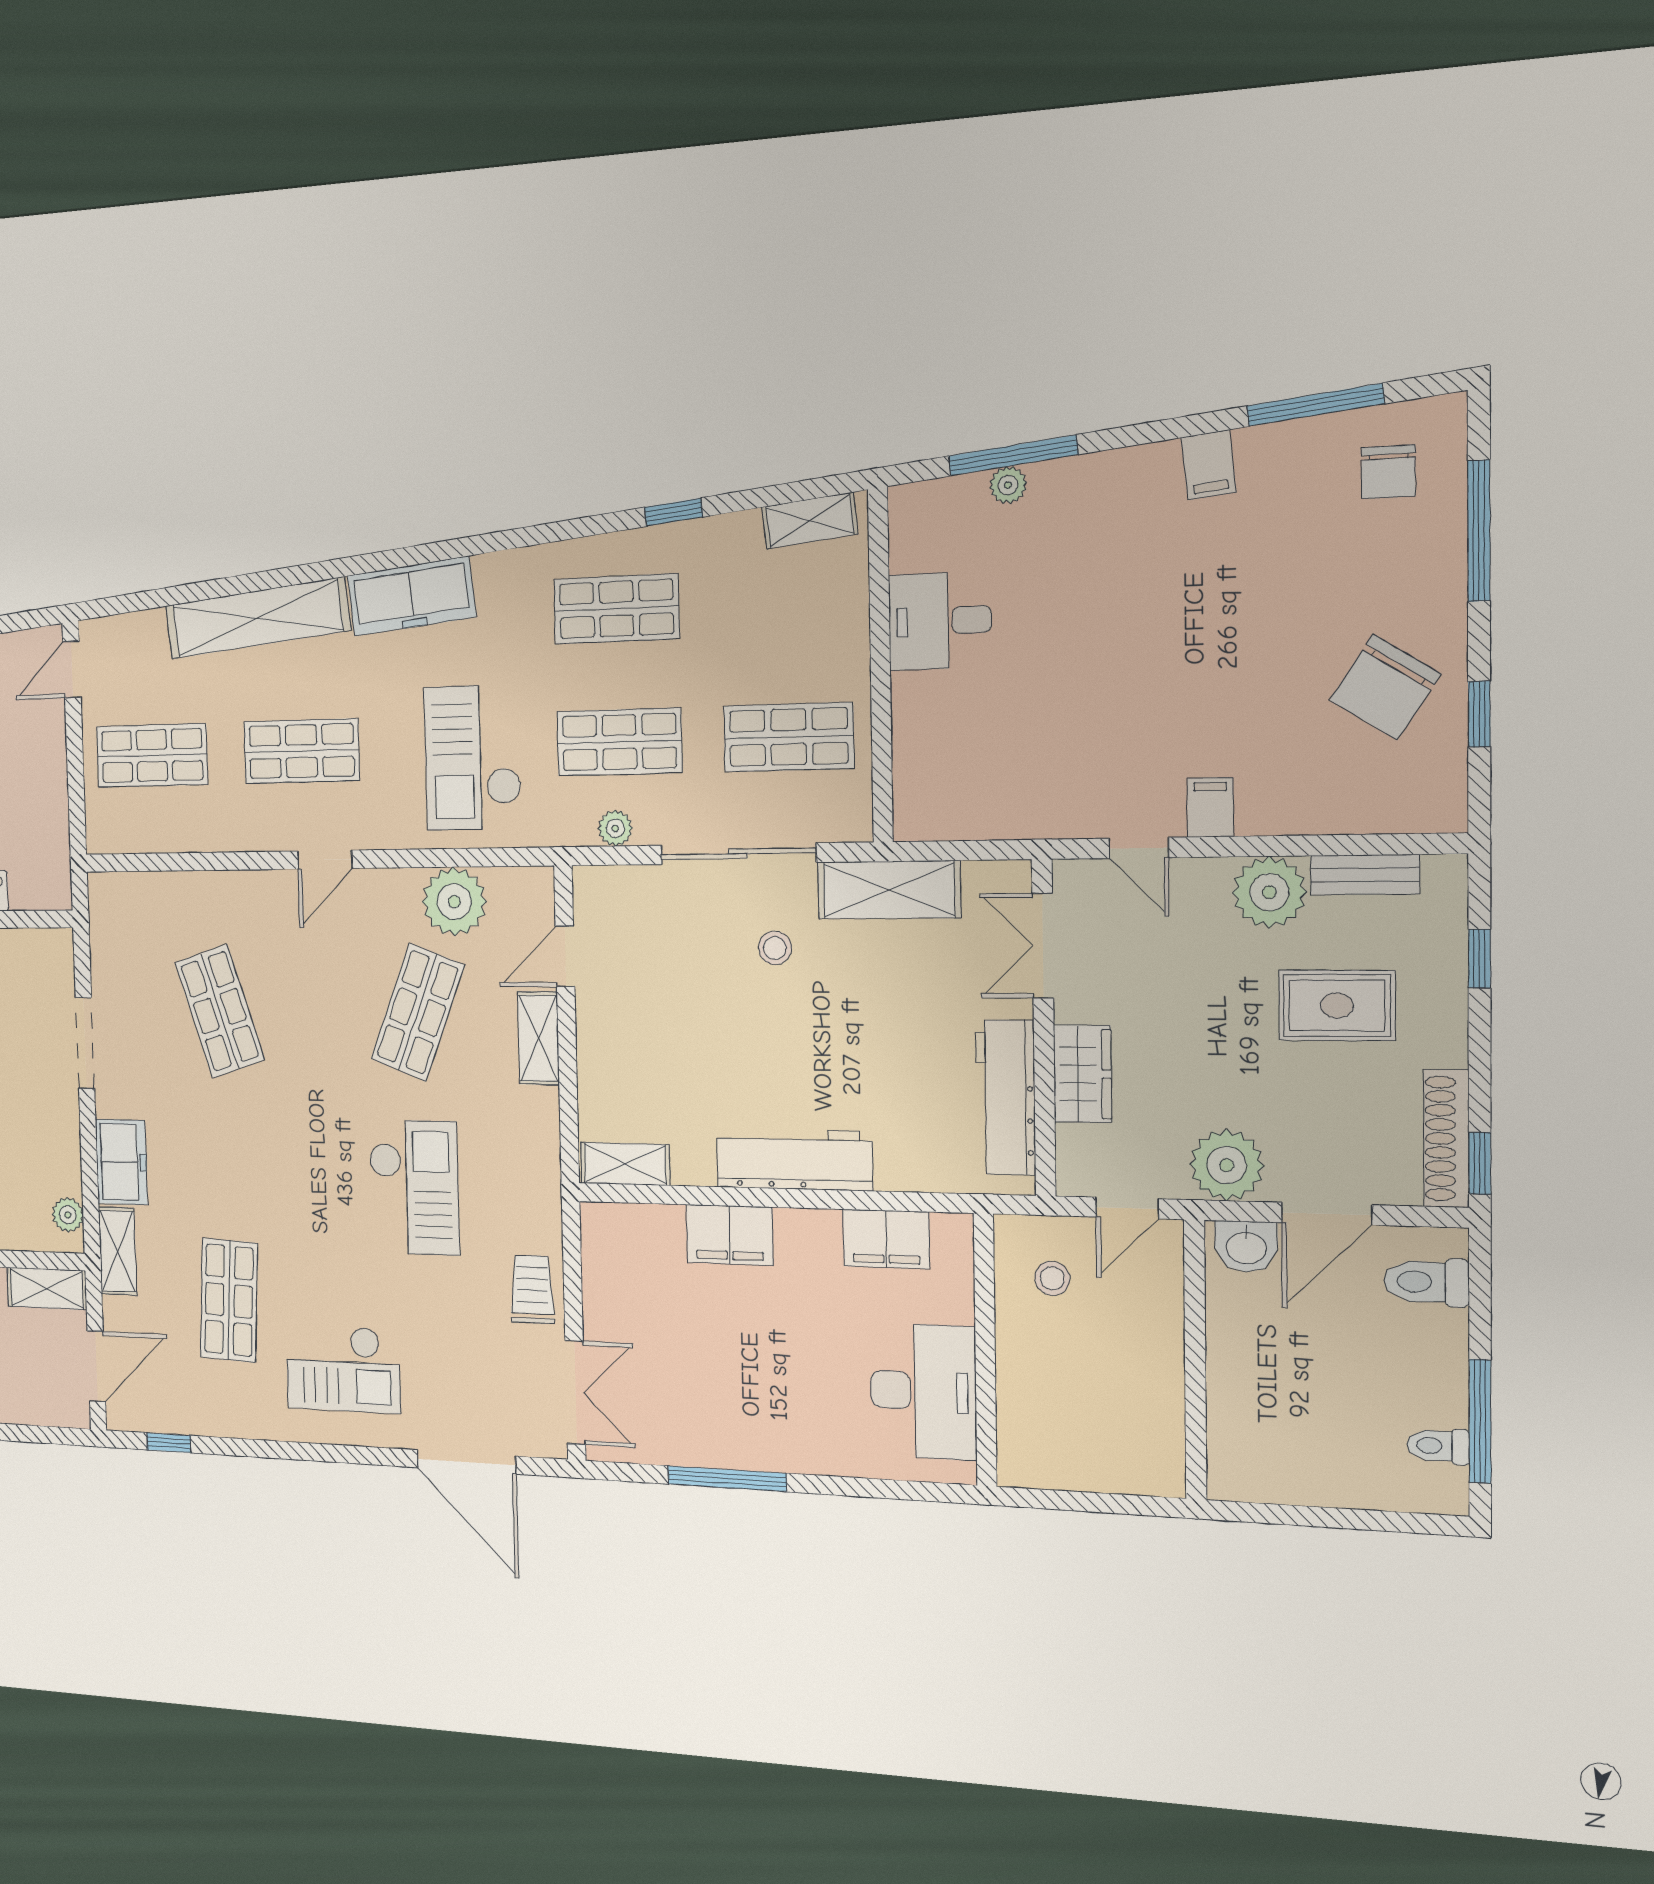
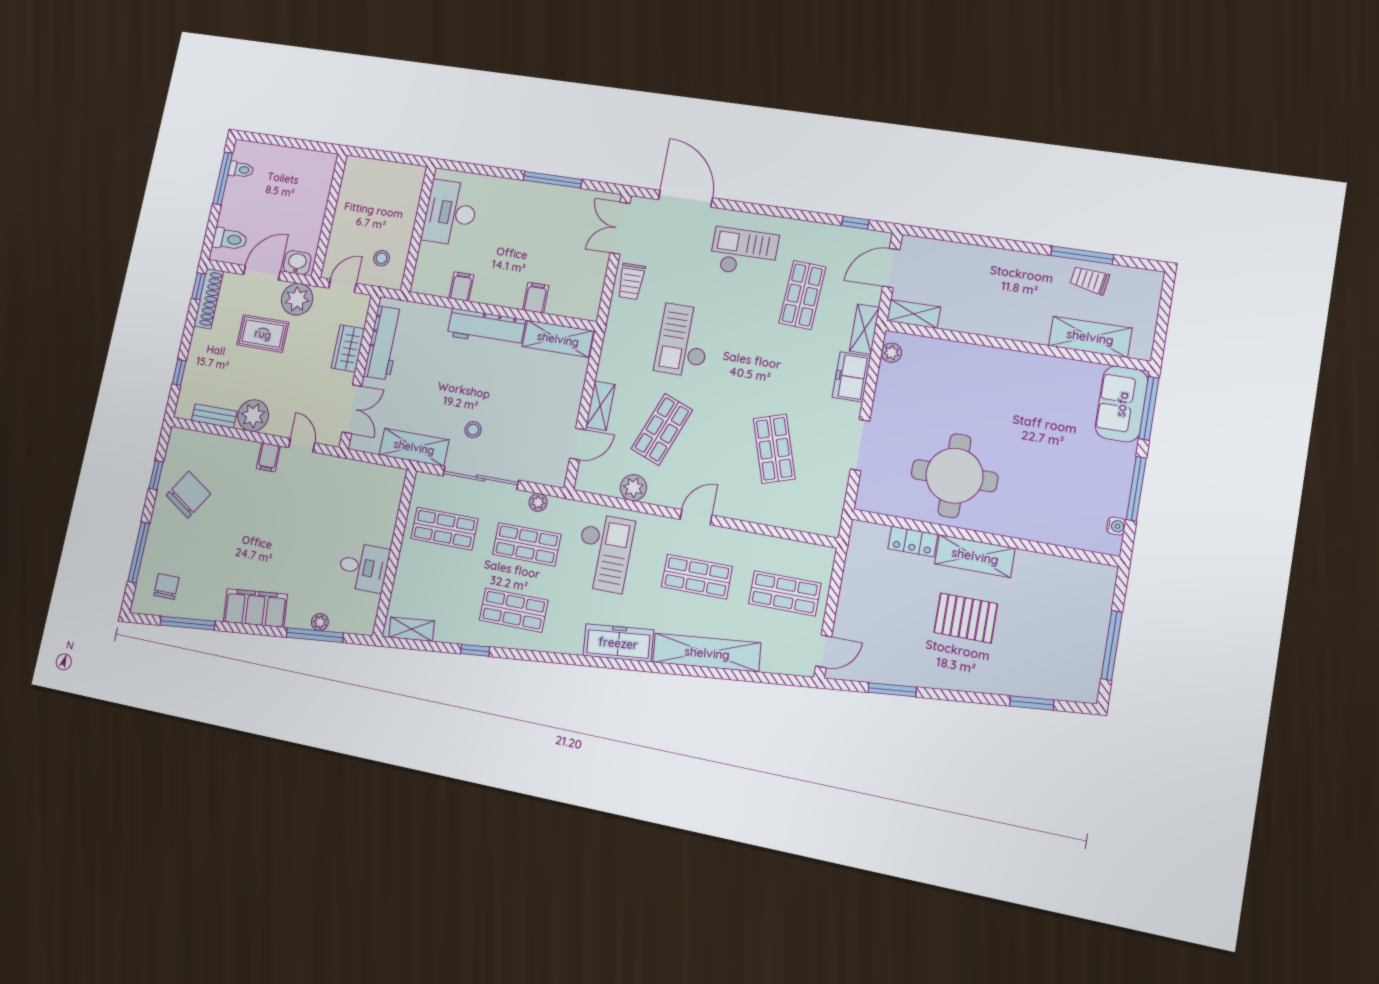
filing cabinet: (1209, 465) -> (255, 608), width x3.00, depth x1.17
plant: (454, 902) -> (633, 488), width x0.73, depth x0.73
rug: (1337, 1005) -> (263, 334), moved
shelving: (625, 1164) -> (558, 339), width x1.50, depth x1.33
filing cabinet: (730, 1235) -> (536, 298), width x0.50
filing cabinet: (886, 1239) -> (461, 287), width x0.50

